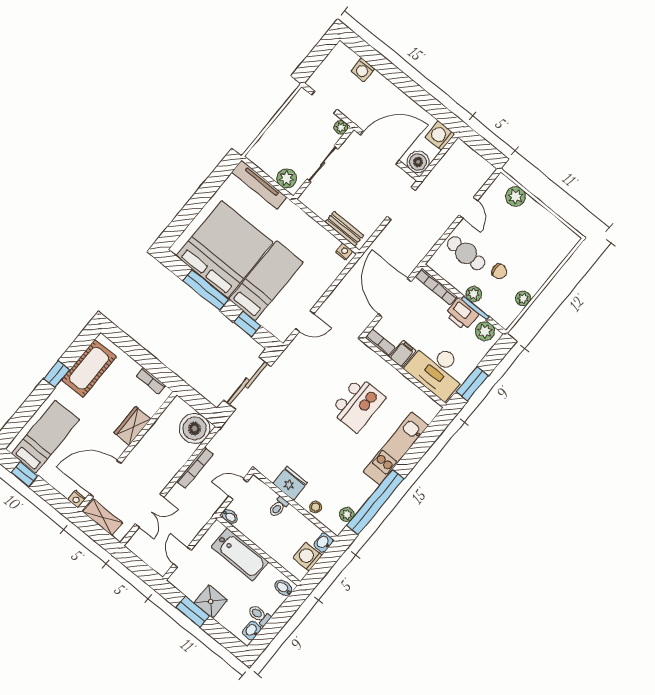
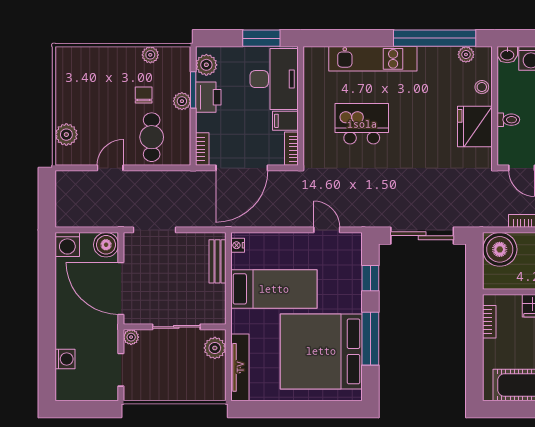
bed: (266, 281) -> (274, 289), moved, turned 180
bookcase: (436, 286) -> (202, 149), width x0.64
fridge: (290, 483) -> (475, 126), width x1.36, depth x1.34

